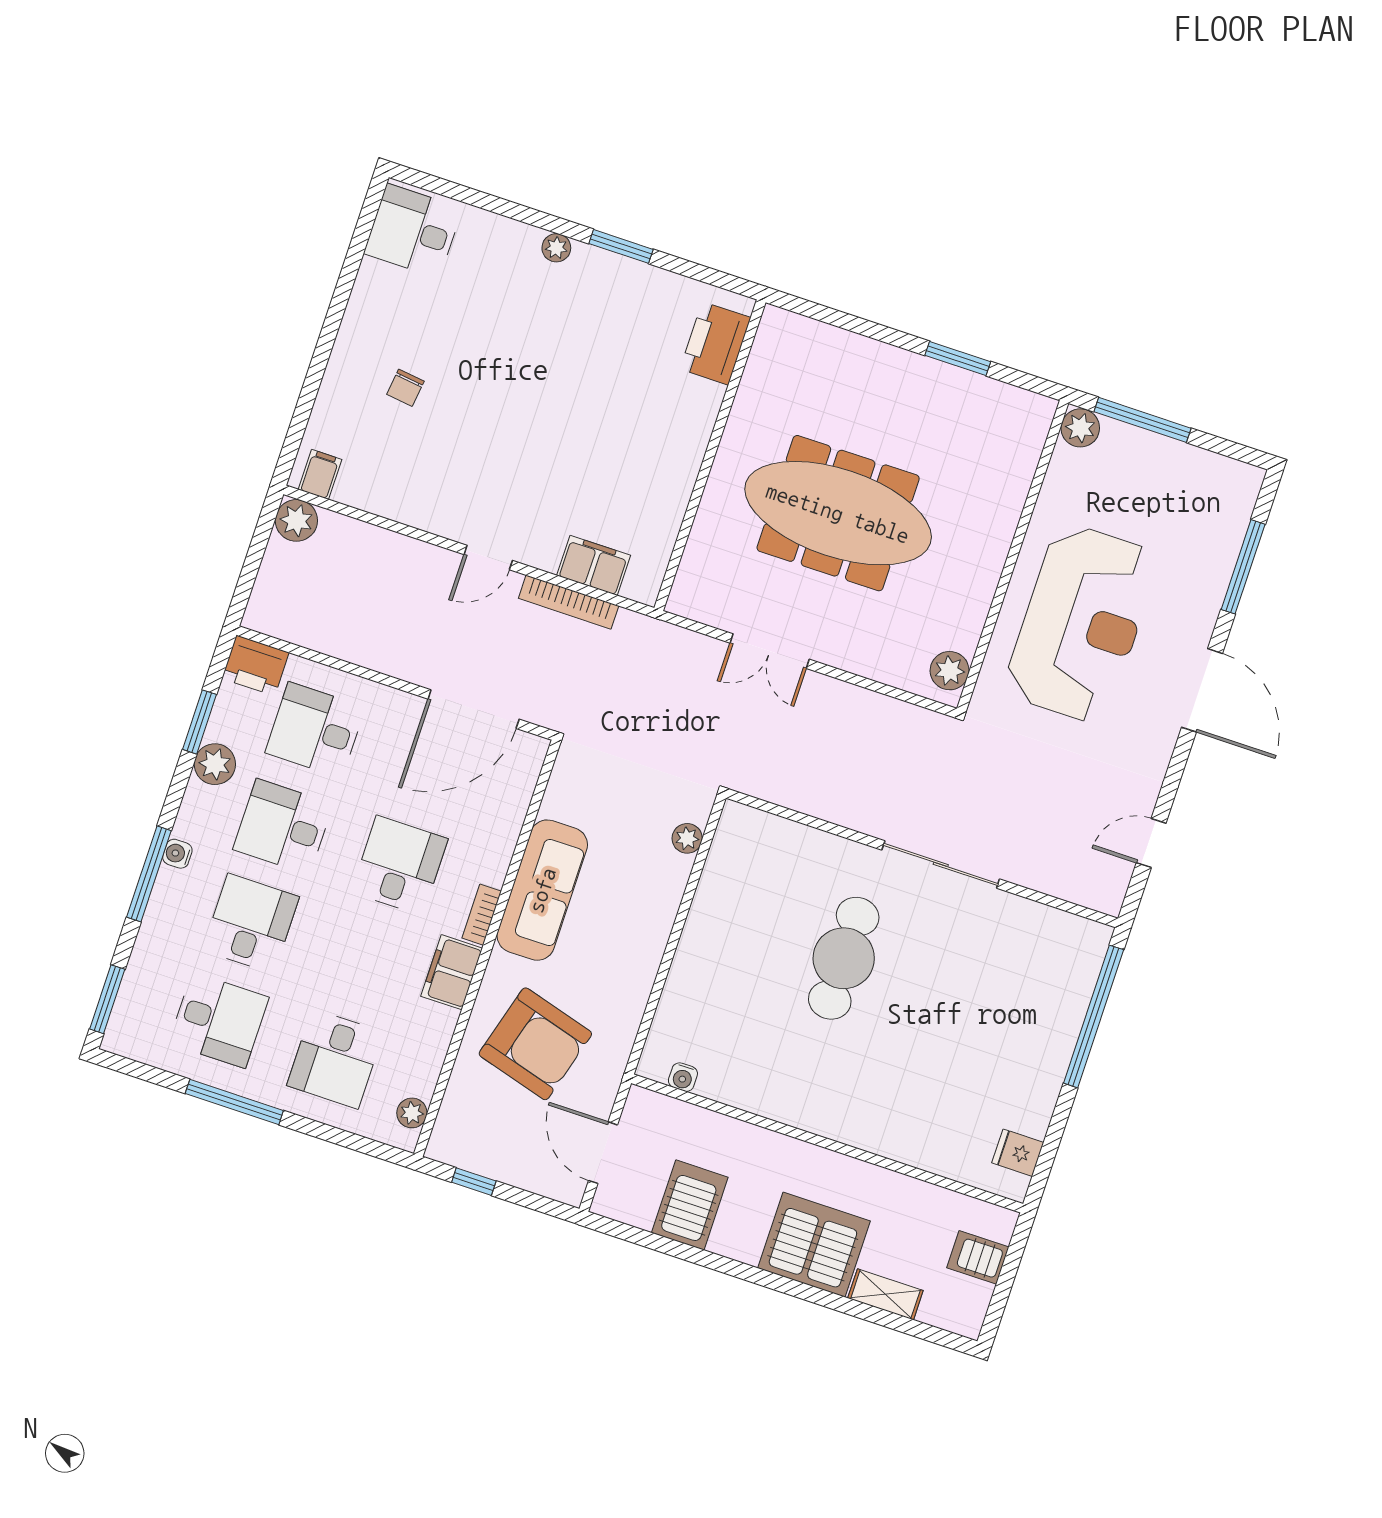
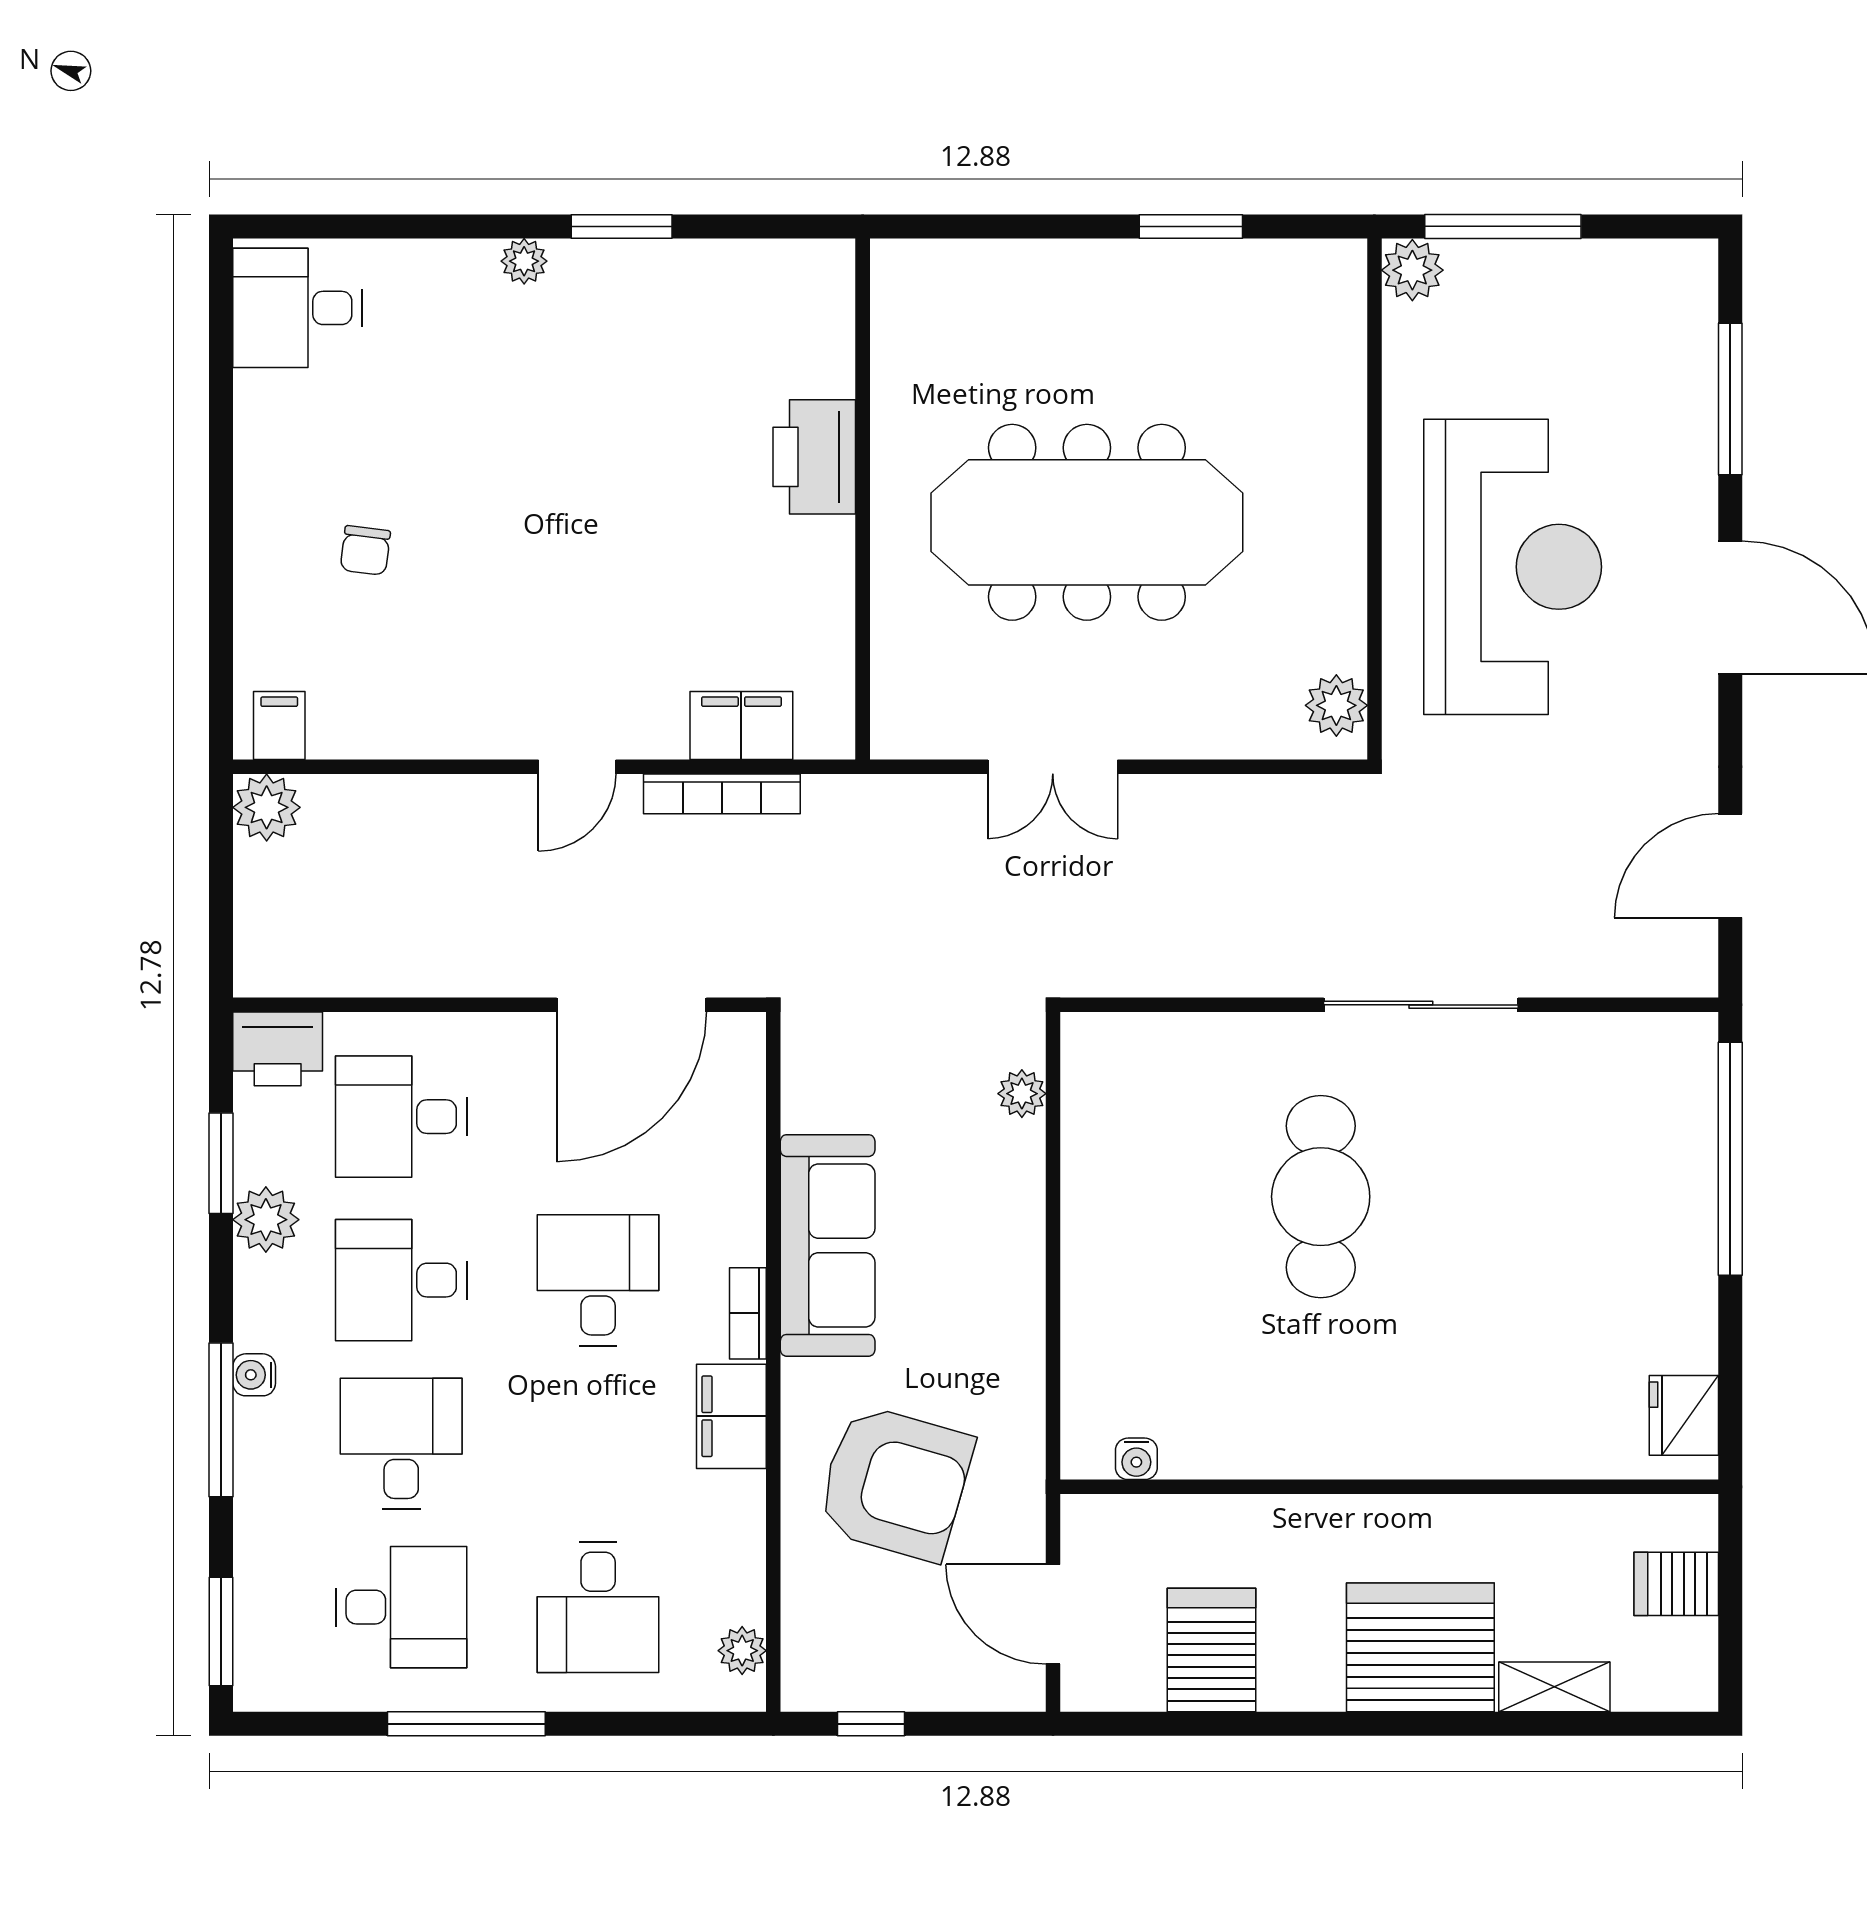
printer: (715, 343) -> (814, 457), moved
door: (1151, 843) -> (1730, 866), width x1.38
fridge: (1018, 1153) -> (1684, 1415), width x1.38

